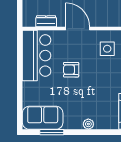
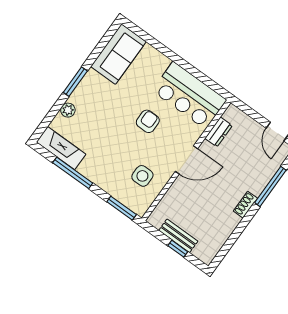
plant: (88, 124) -> (68, 110), moved
window: (52, 132) -> (75, 82), moved

